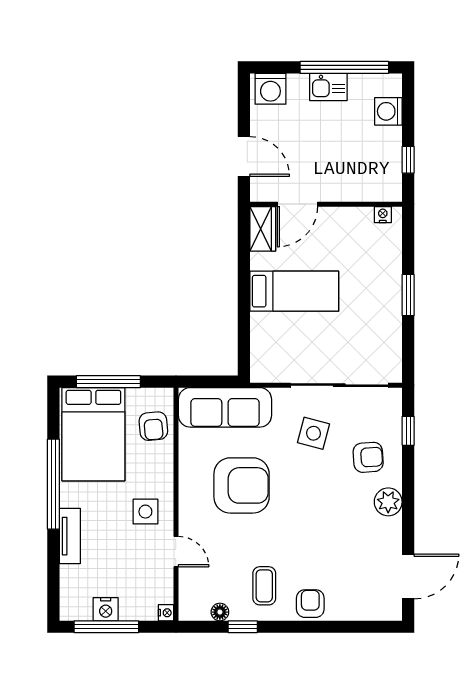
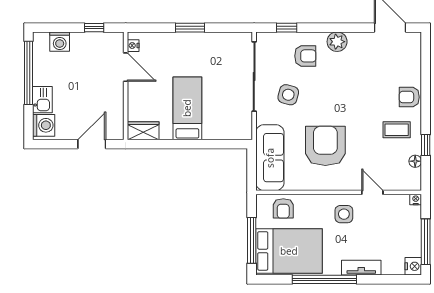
kitchen sink: (328, 87) -> (42, 100), moved
door: (297, 204) -> (126, 67), moved
armchair: (153, 426) -> (283, 208), turned 95
armchair: (368, 457) -> (305, 56), turned 94
door: (176, 552) -> (372, 192), hinge flipped
nightstand: (106, 609) -> (413, 266), moved

